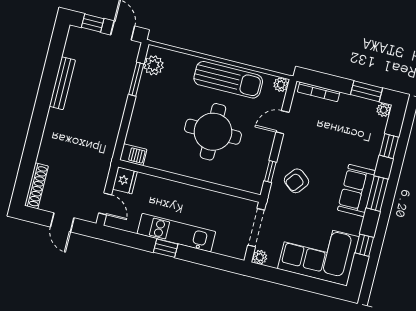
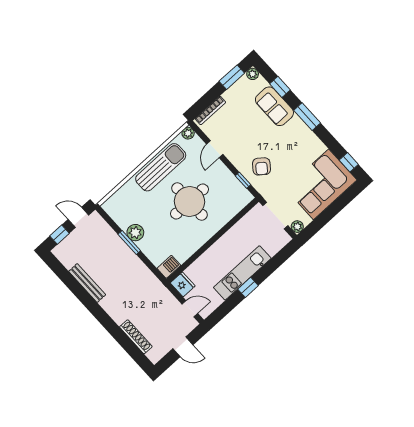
plant: (154, 65) -> (135, 233), moved
window: (136, 79) -> (129, 242), moved
shoe rack: (36, 186) -> (136, 337), moved
sofa: (357, 190) -> (274, 106), moved
window: (364, 245) -> (349, 162), moved

